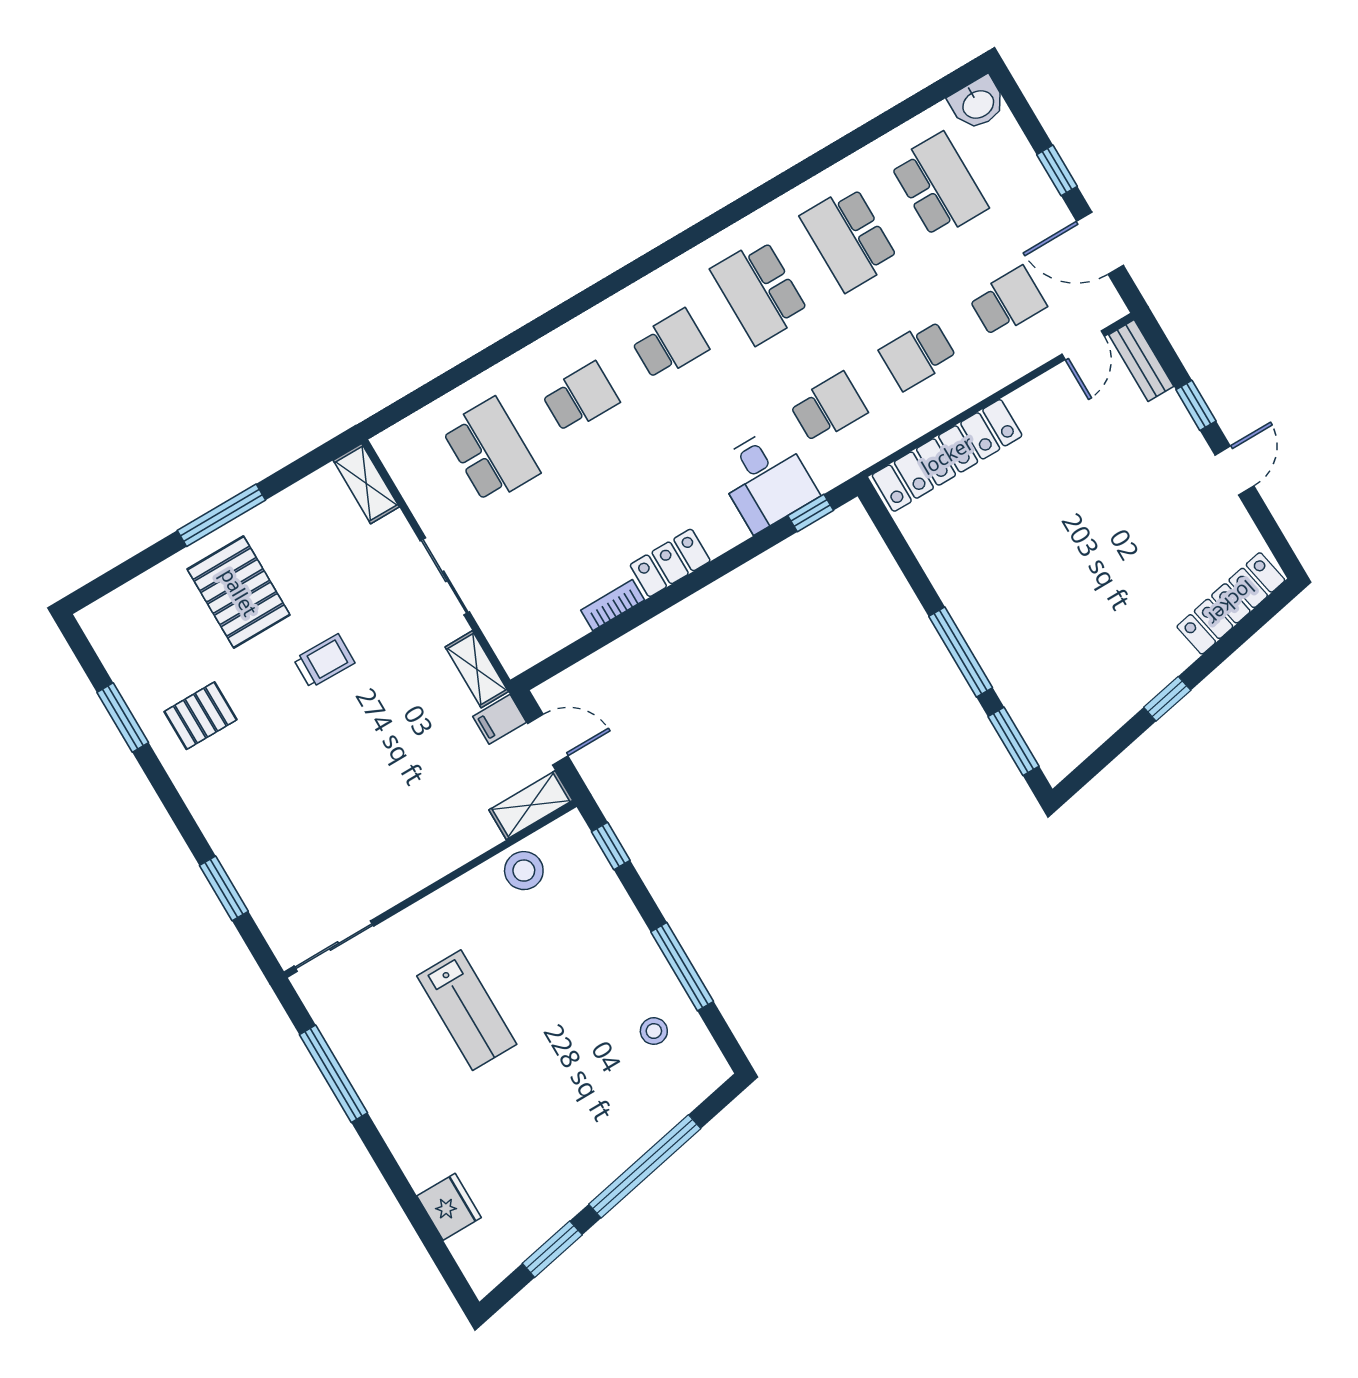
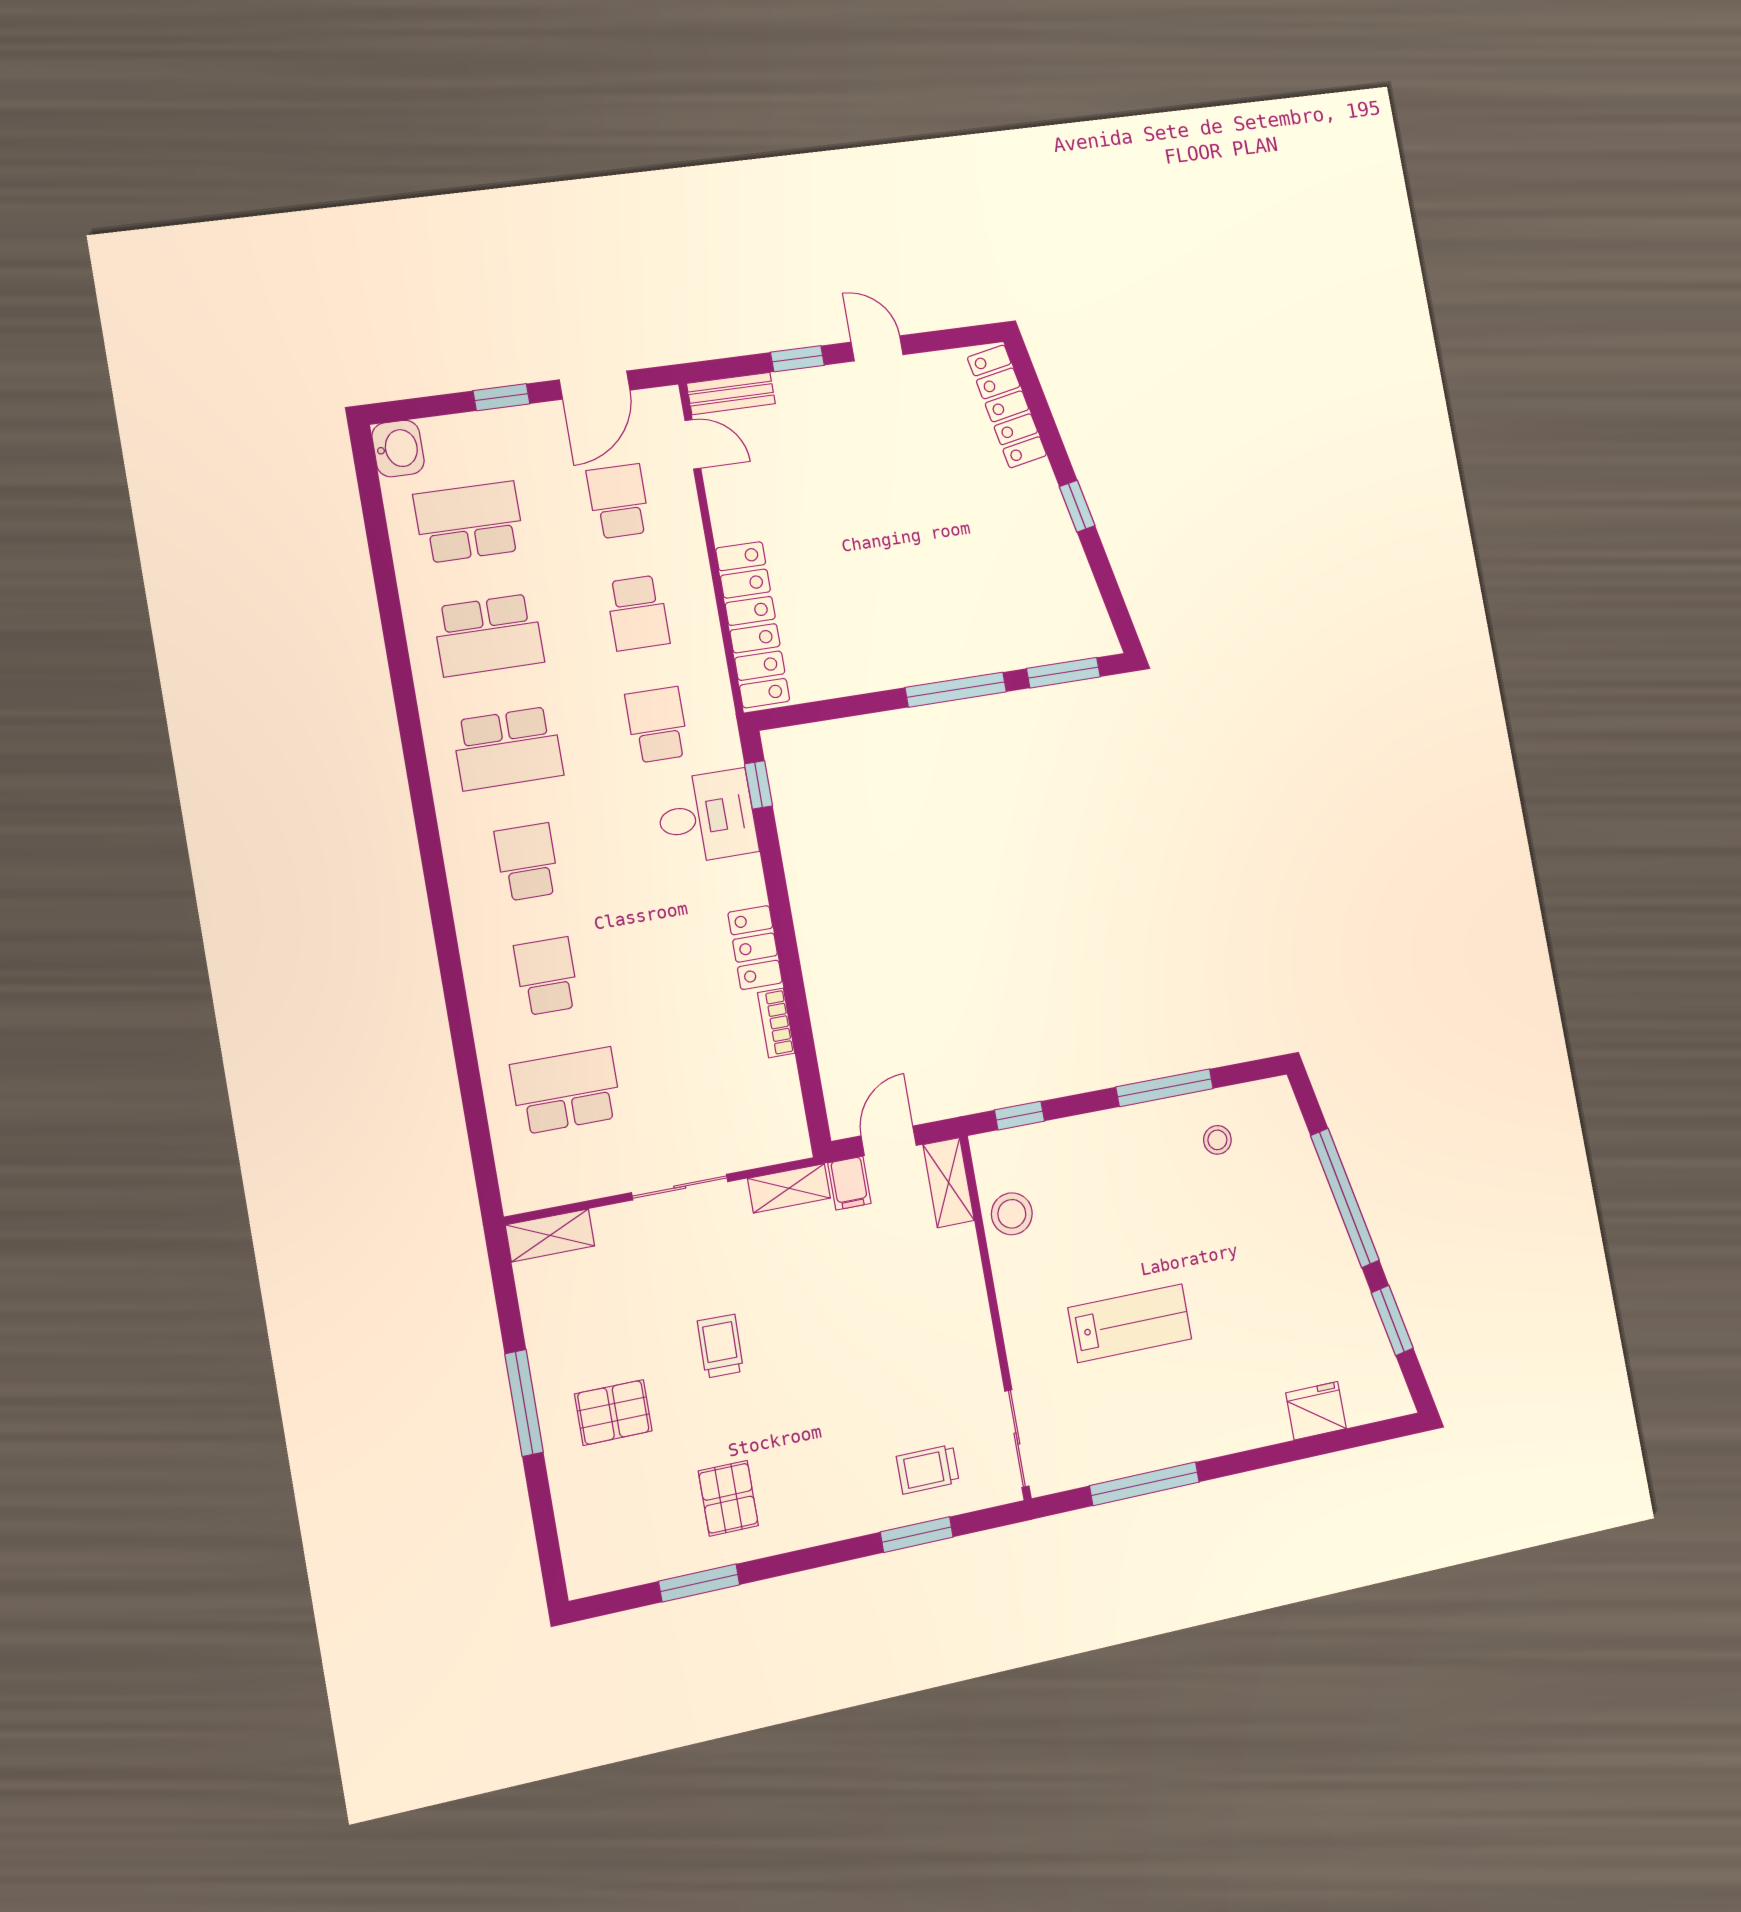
pallet: (239, 592) -> (613, 1413), width x0.67, depth x0.71
trolley: (282, 878) -> (928, 1469), added

